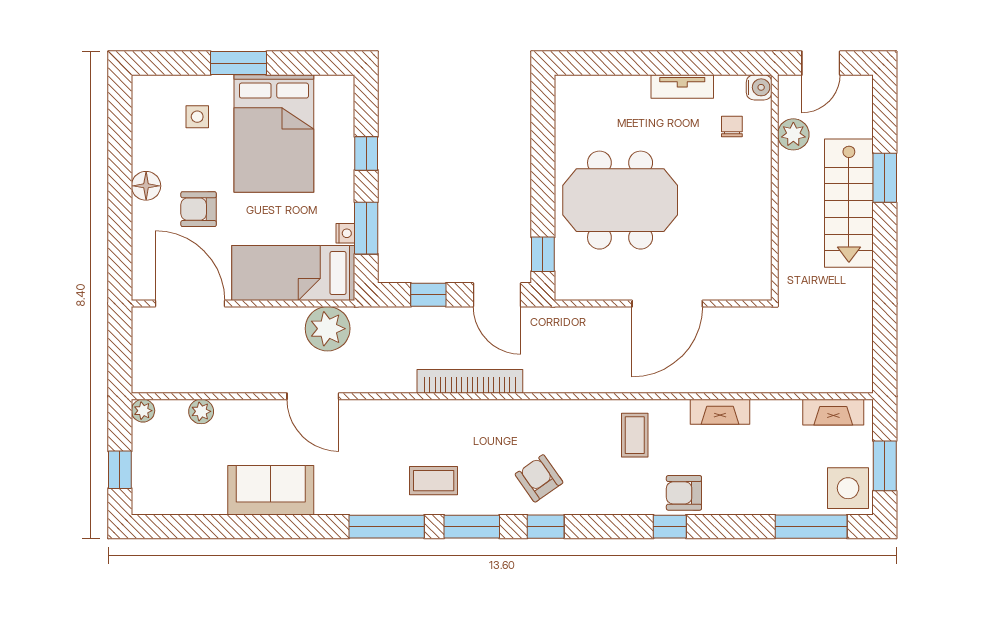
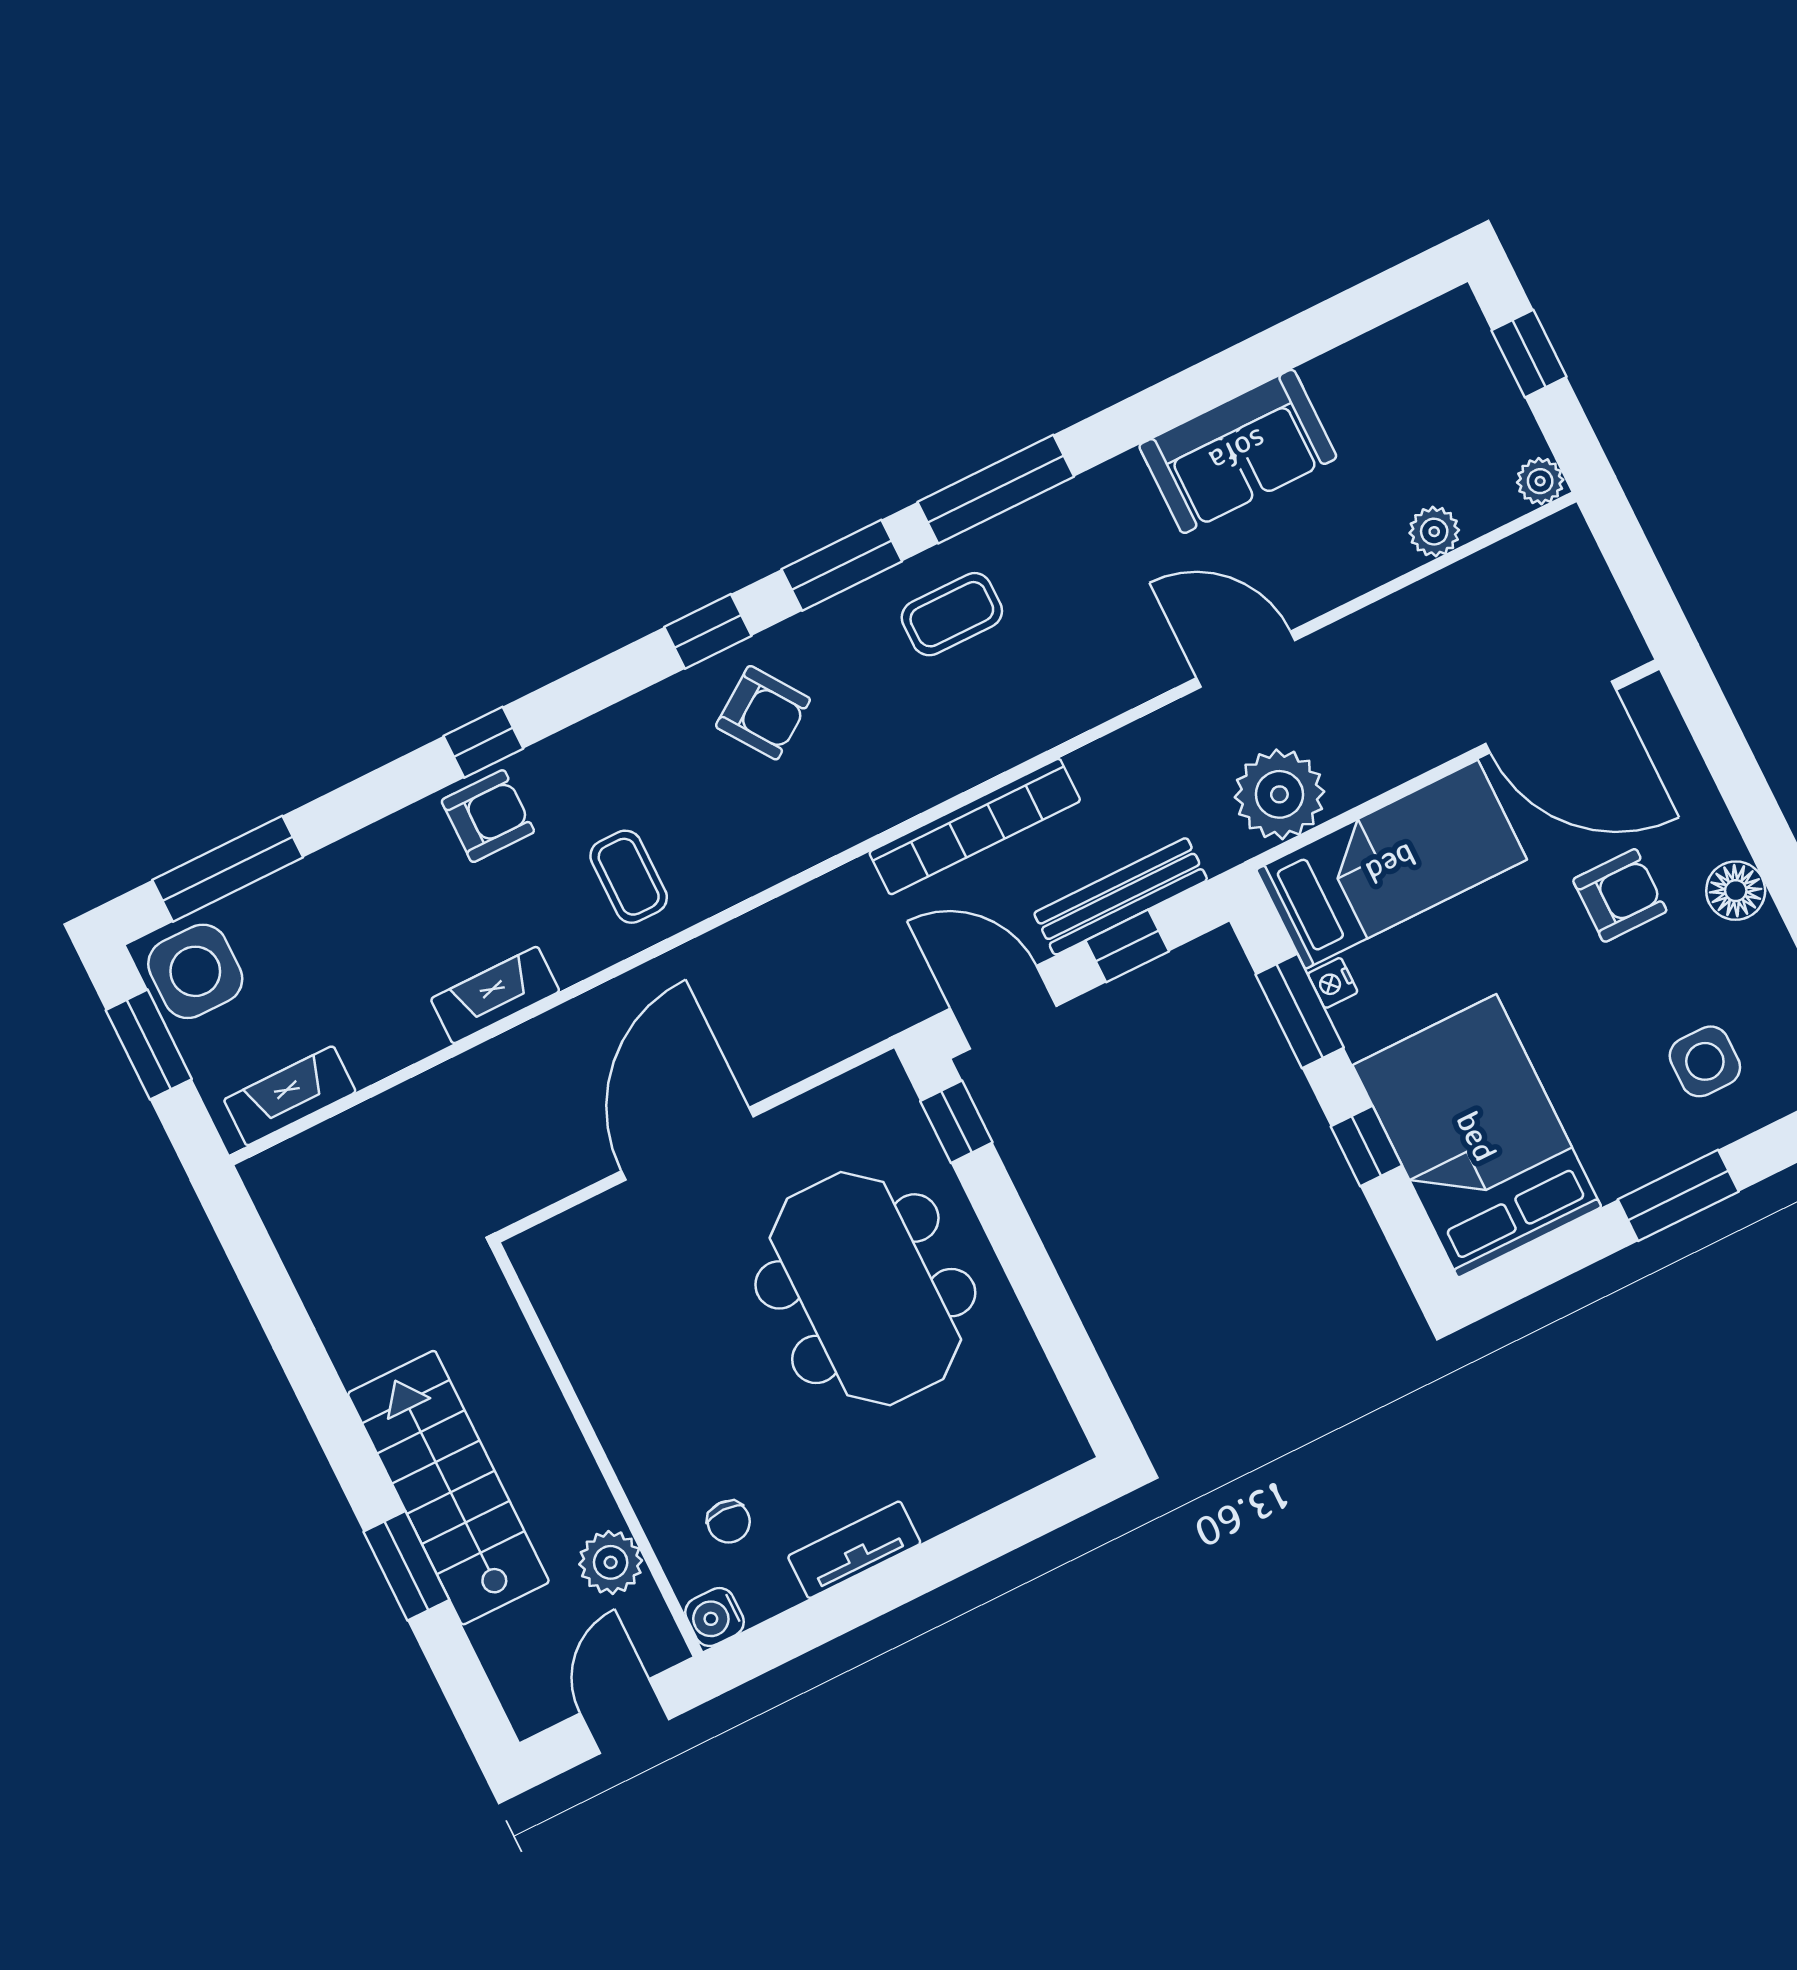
side table: (197, 117) -> (1705, 1061), width x1.37, depth x1.37
bed: (274, 134) -> (1477, 1136), moved
meeting table: (620, 200) -> (865, 1289), turned 90
bench: (420, 318) -> (1121, 896), added

